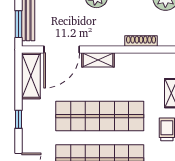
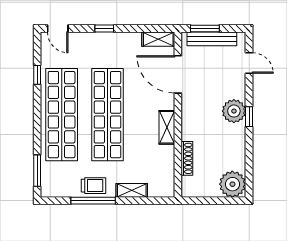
shelving: (98, 60) -> (167, 127), moved
shelving: (31, 76) -> (158, 39), width x0.67, depth x0.75

